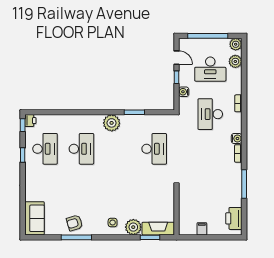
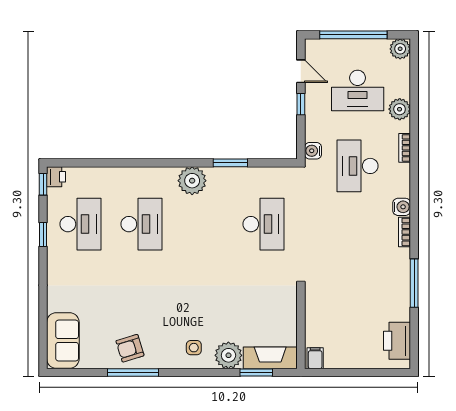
plant: (235, 61) -> (400, 109), moved
water cooler: (184, 92) -> (313, 151), moved
filing cabinet: (202, 229) -> (315, 358), moved

